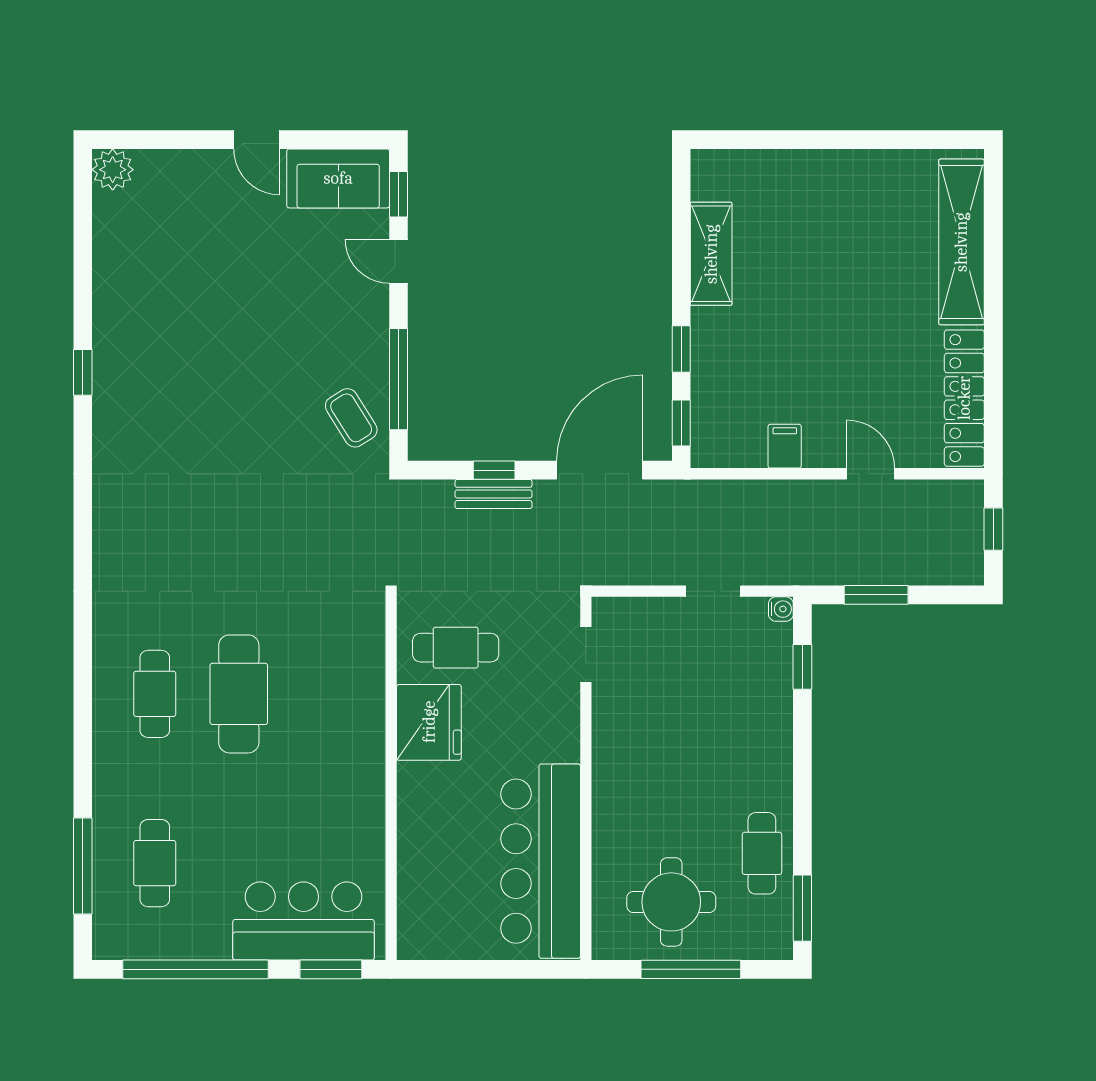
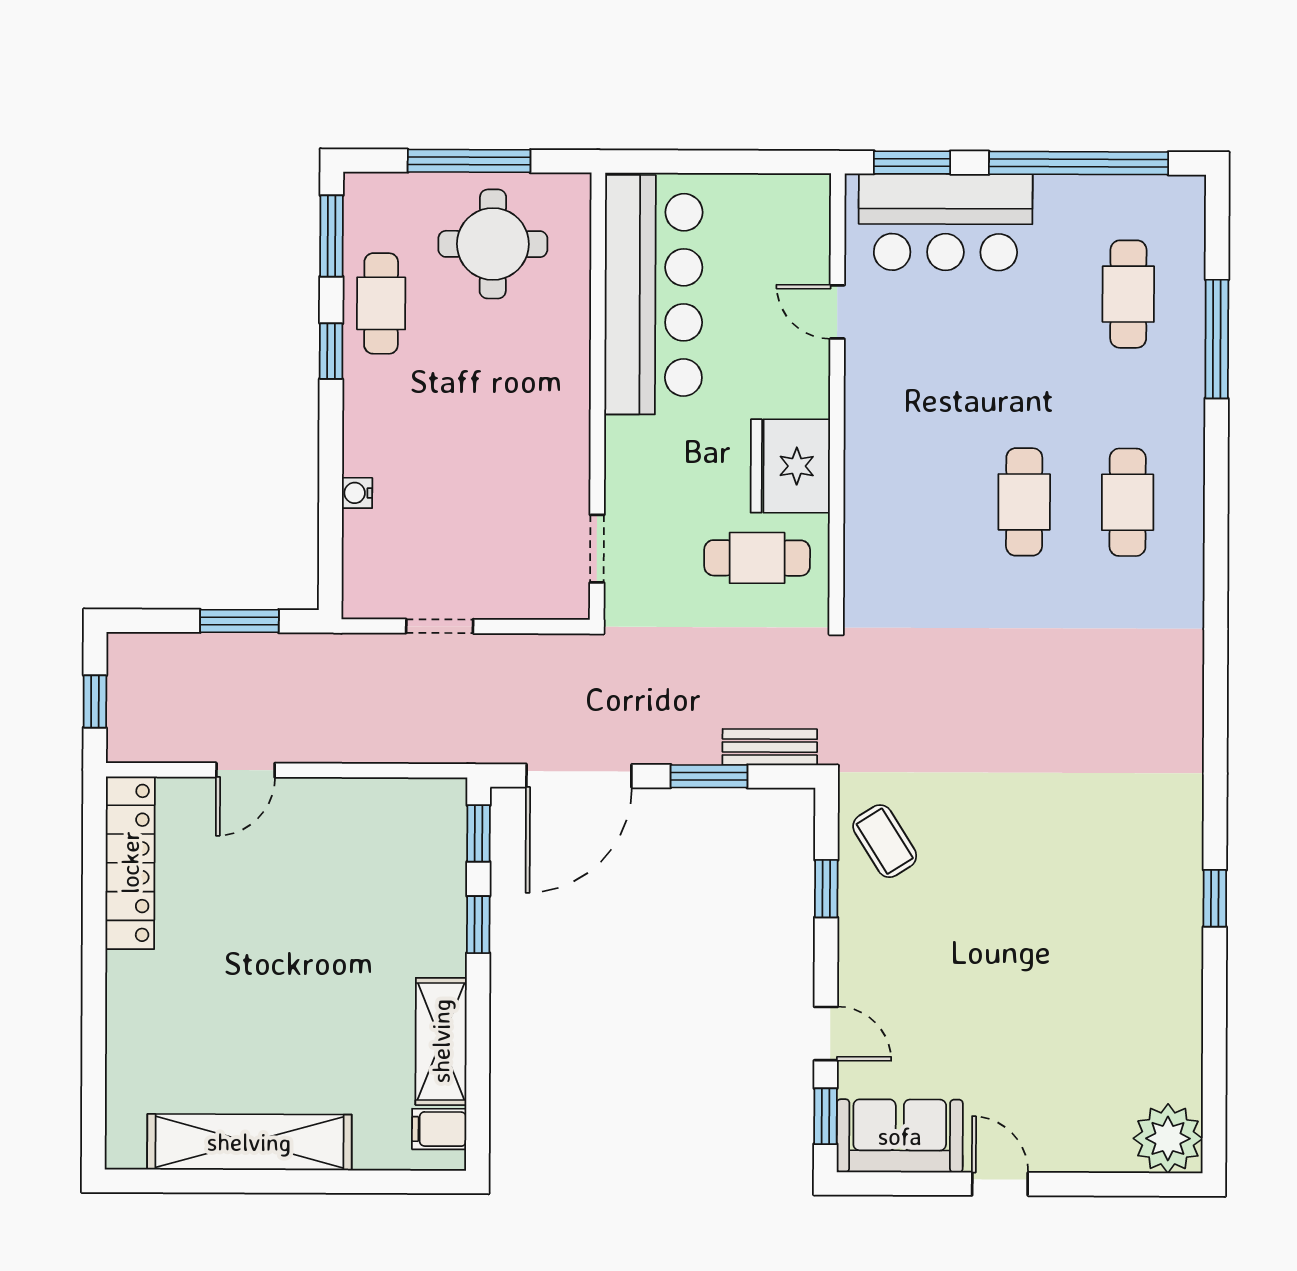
plant: (113, 170) -> (1168, 1138), width x1.36, depth x1.36
shelving: (961, 242) -> (249, 1142), moved, turned 90
window: (399, 379) -> (826, 889), width x0.46
filing cabinet: (785, 446) -> (439, 1129), moved, turned 90
window: (494, 470) -> (709, 776), width x1.50
door: (871, 474) -> (246, 770), hinge flipped
bench: (494, 494) -> (770, 747), moved
water cooler: (781, 609) -> (357, 493), moved
window: (802, 667) -> (331, 351), moved
cafe table: (239, 694) -> (1024, 502), width x0.73, depth x0.74
door: (391, 848) -> (837, 312), added
window: (83, 866) -> (1217, 339), moved

